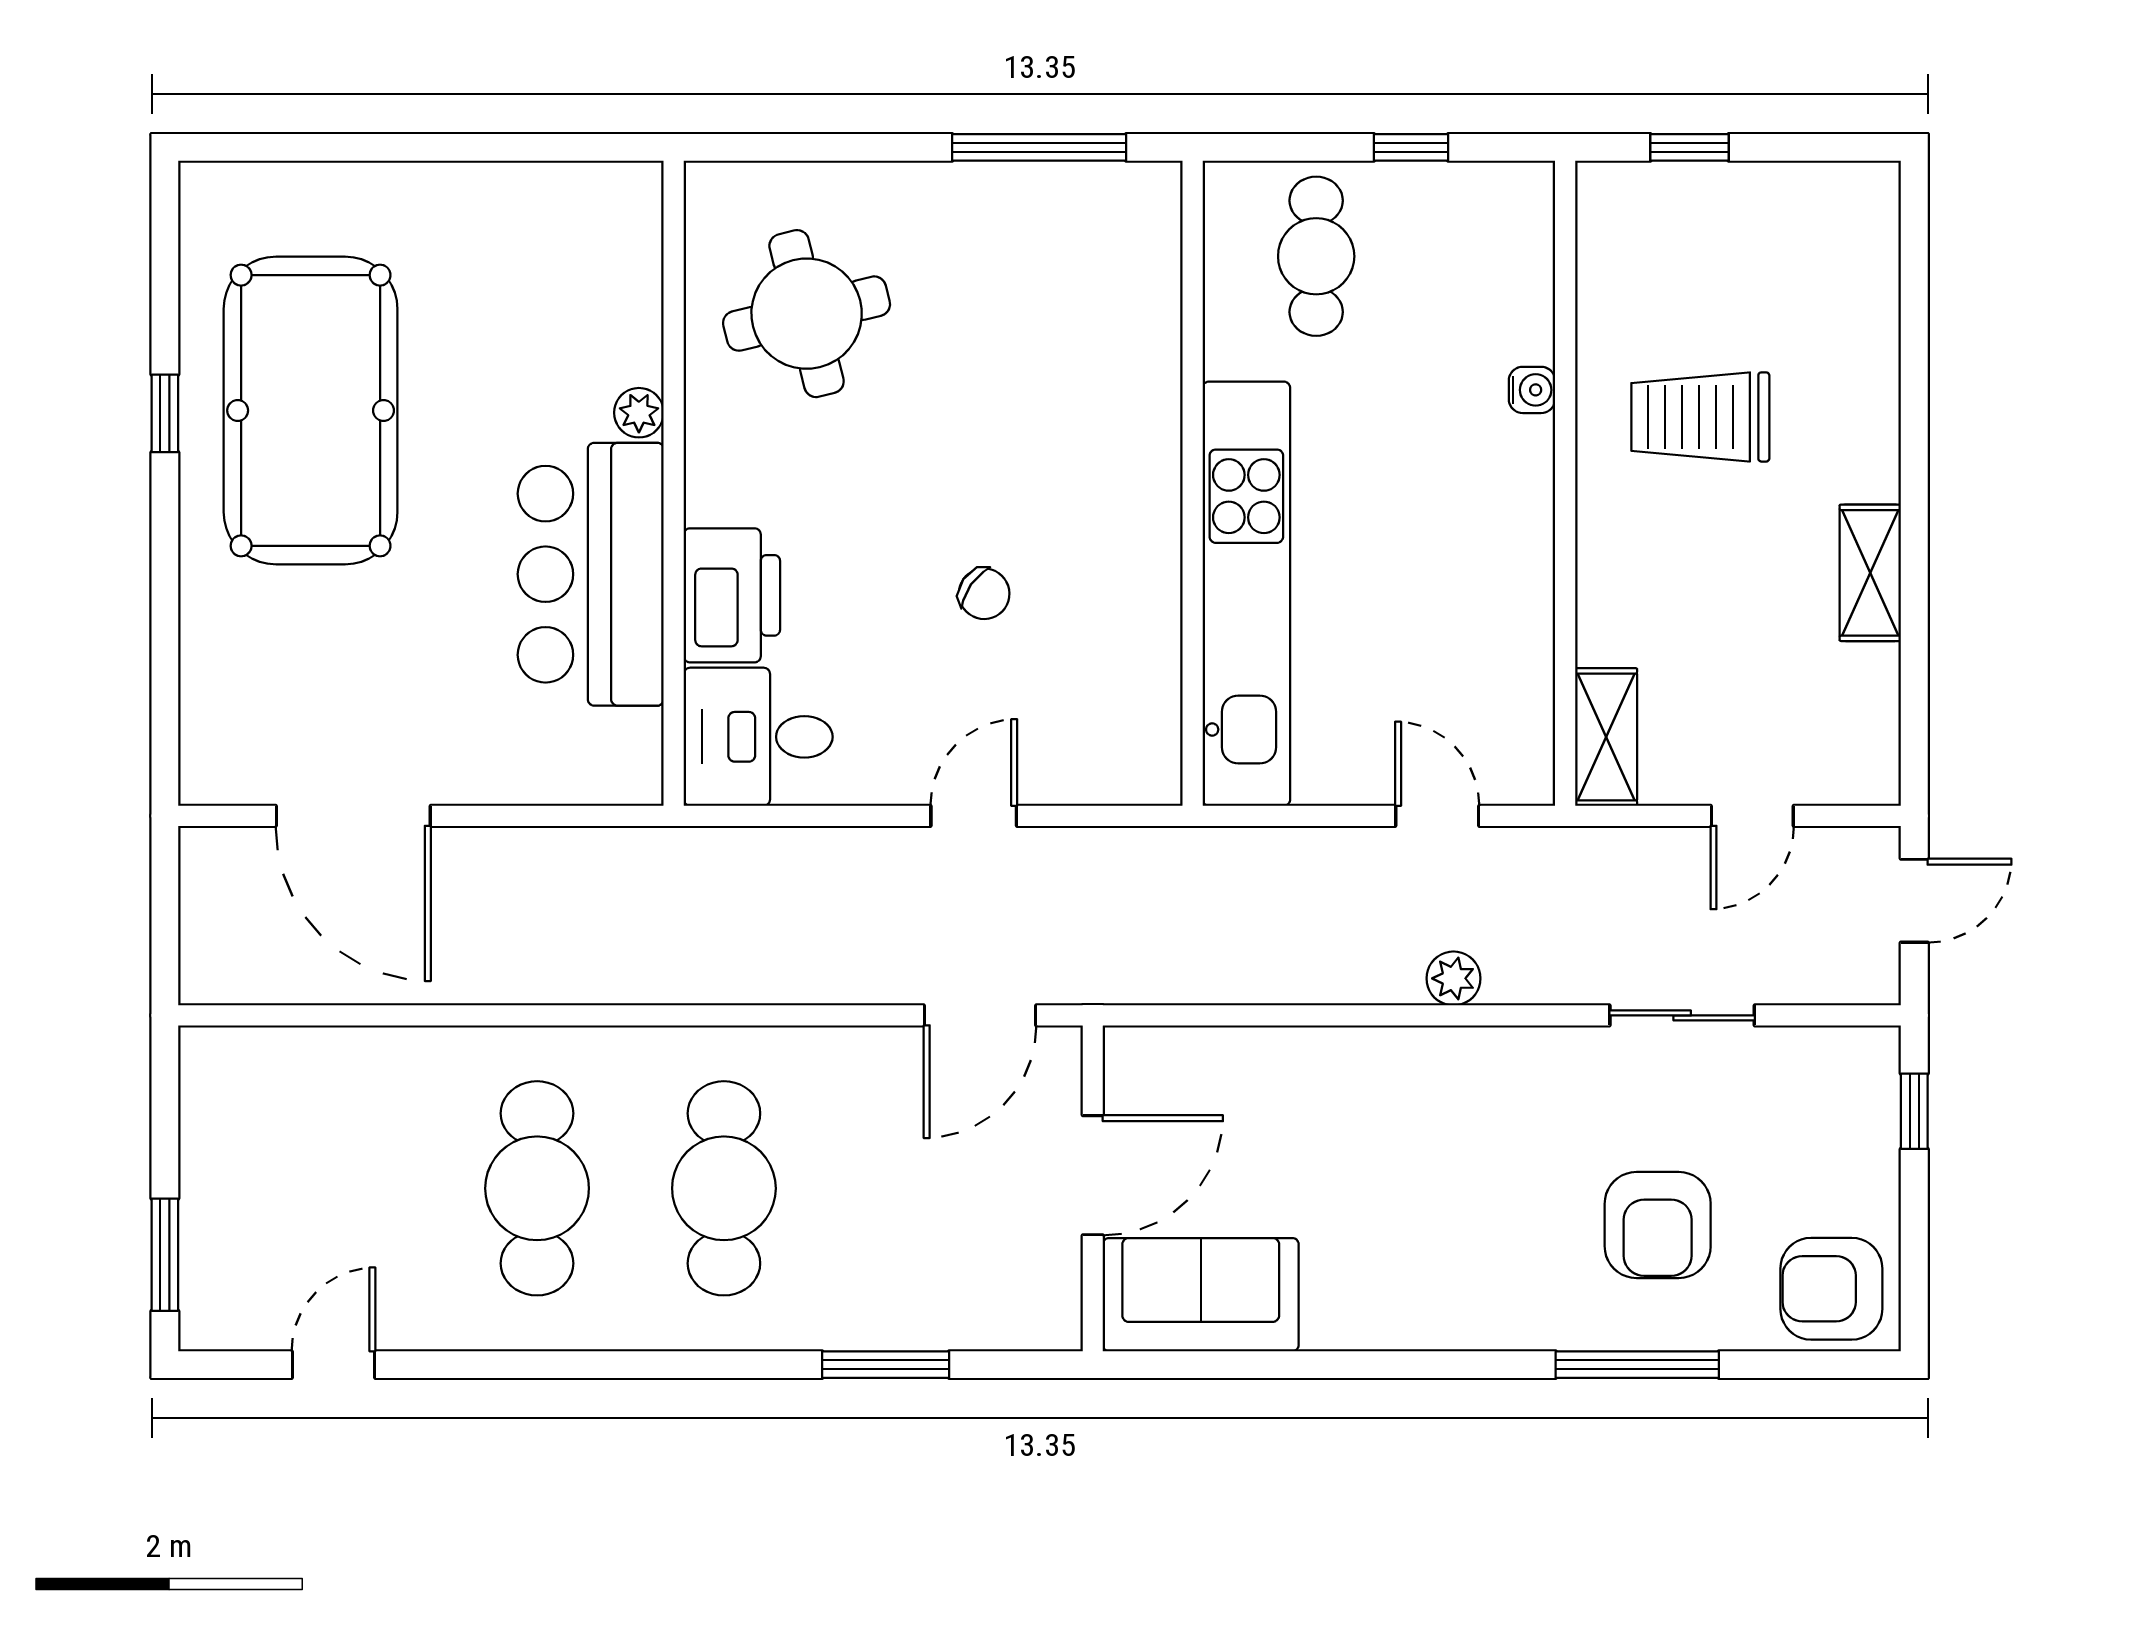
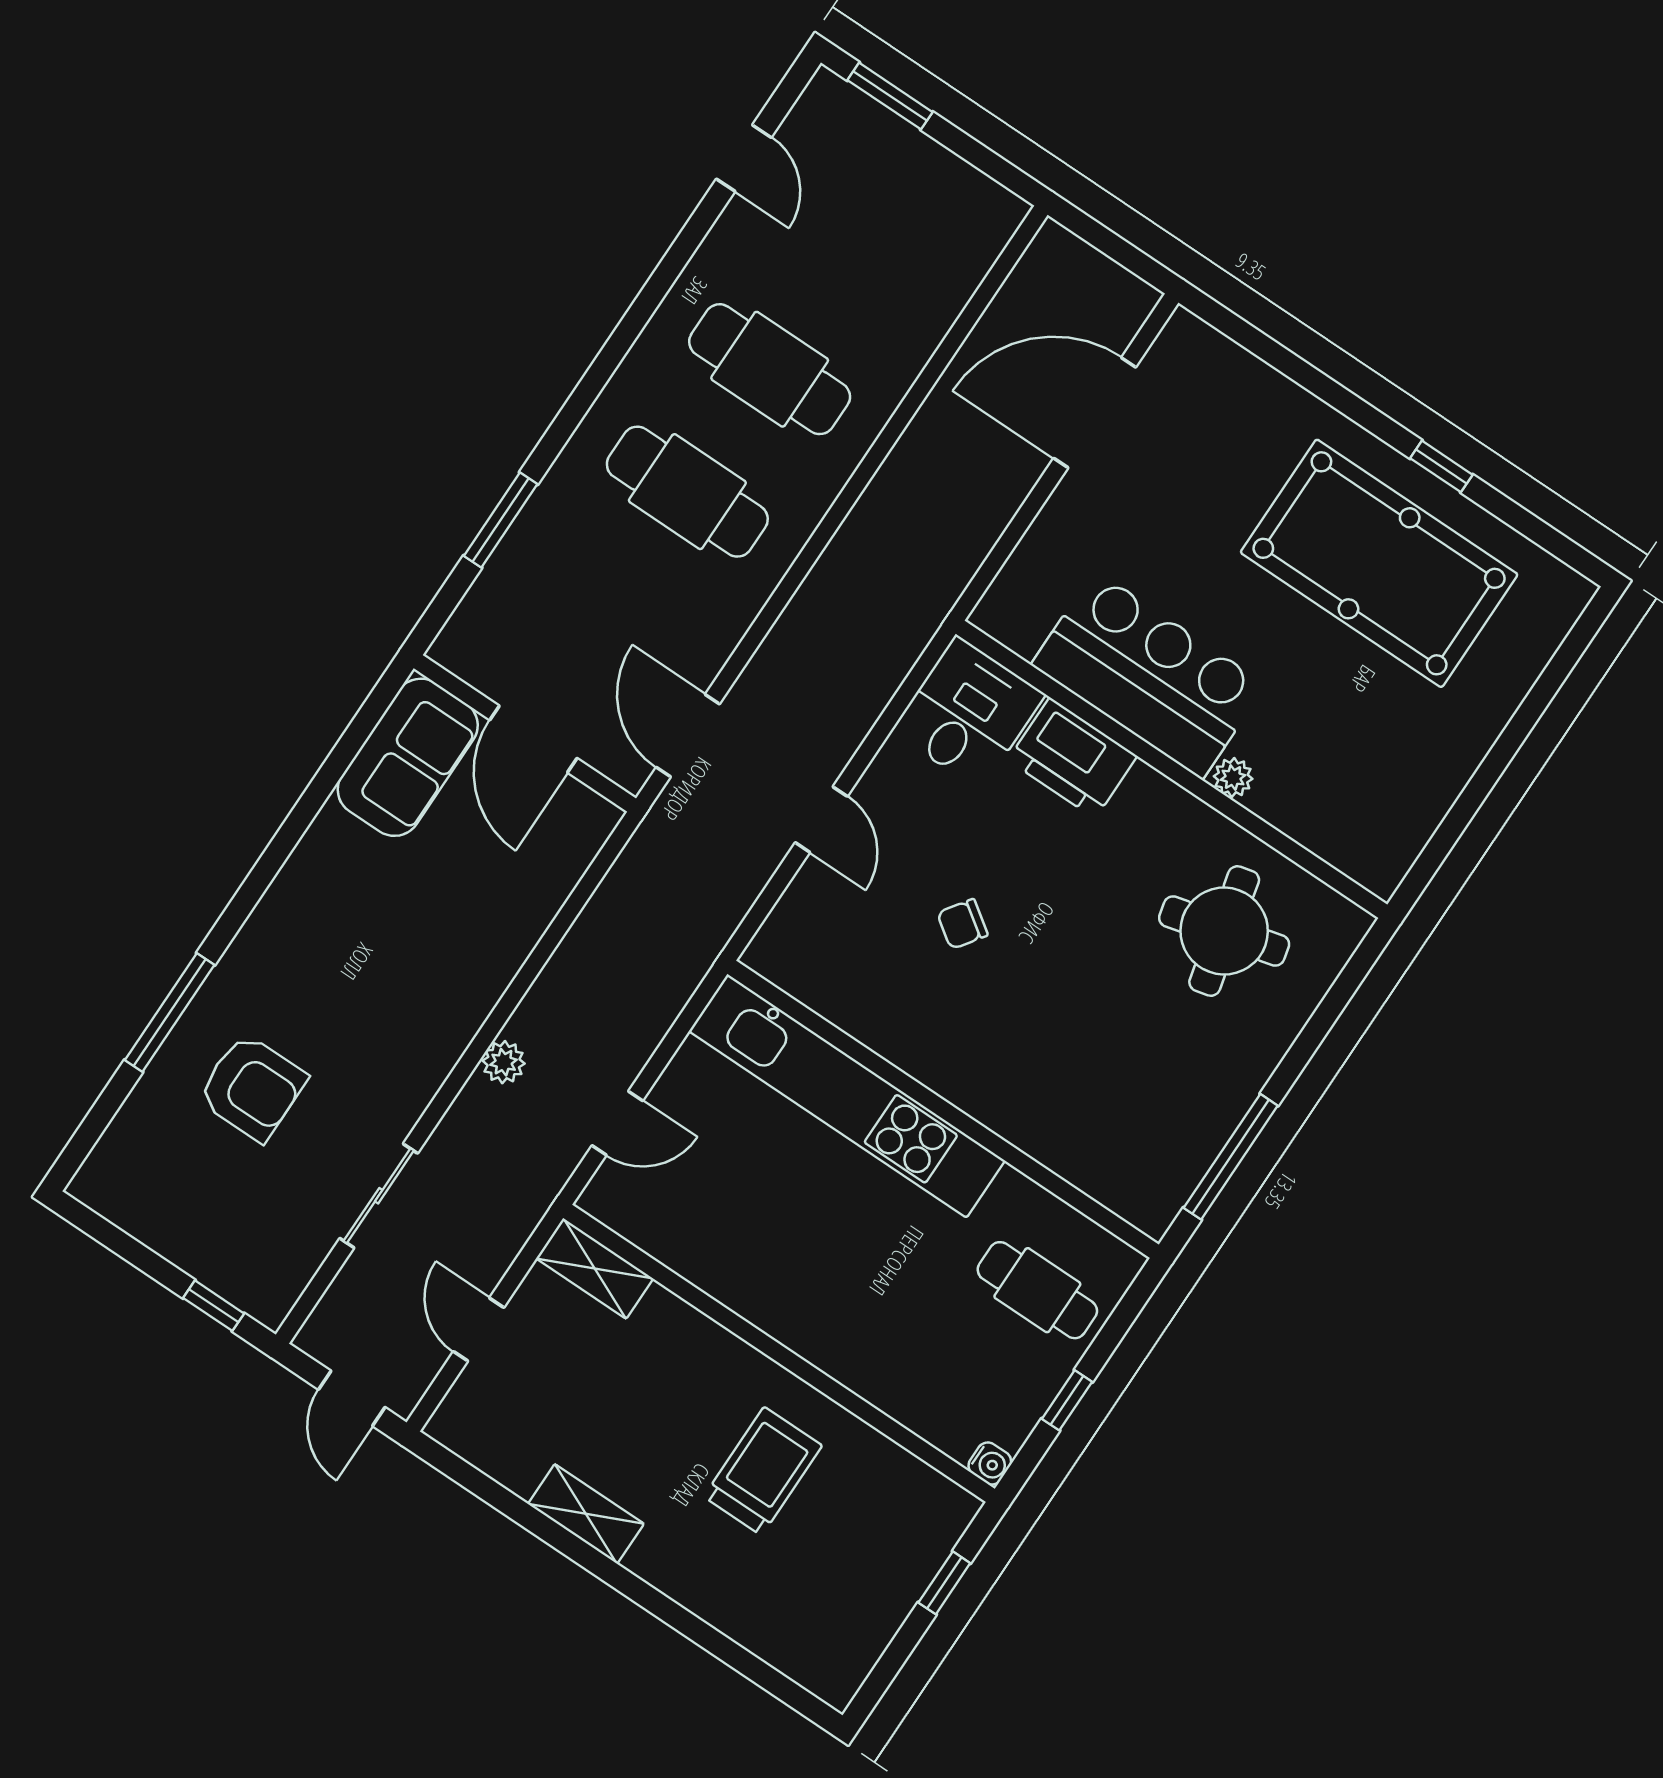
water cooler: (1532, 390) -> (990, 1464), moved, turned -90
armchair: (1658, 1225) -> (252, 1087), turned 180
armchair: (1831, 1289) -> (134, 1173), removed

